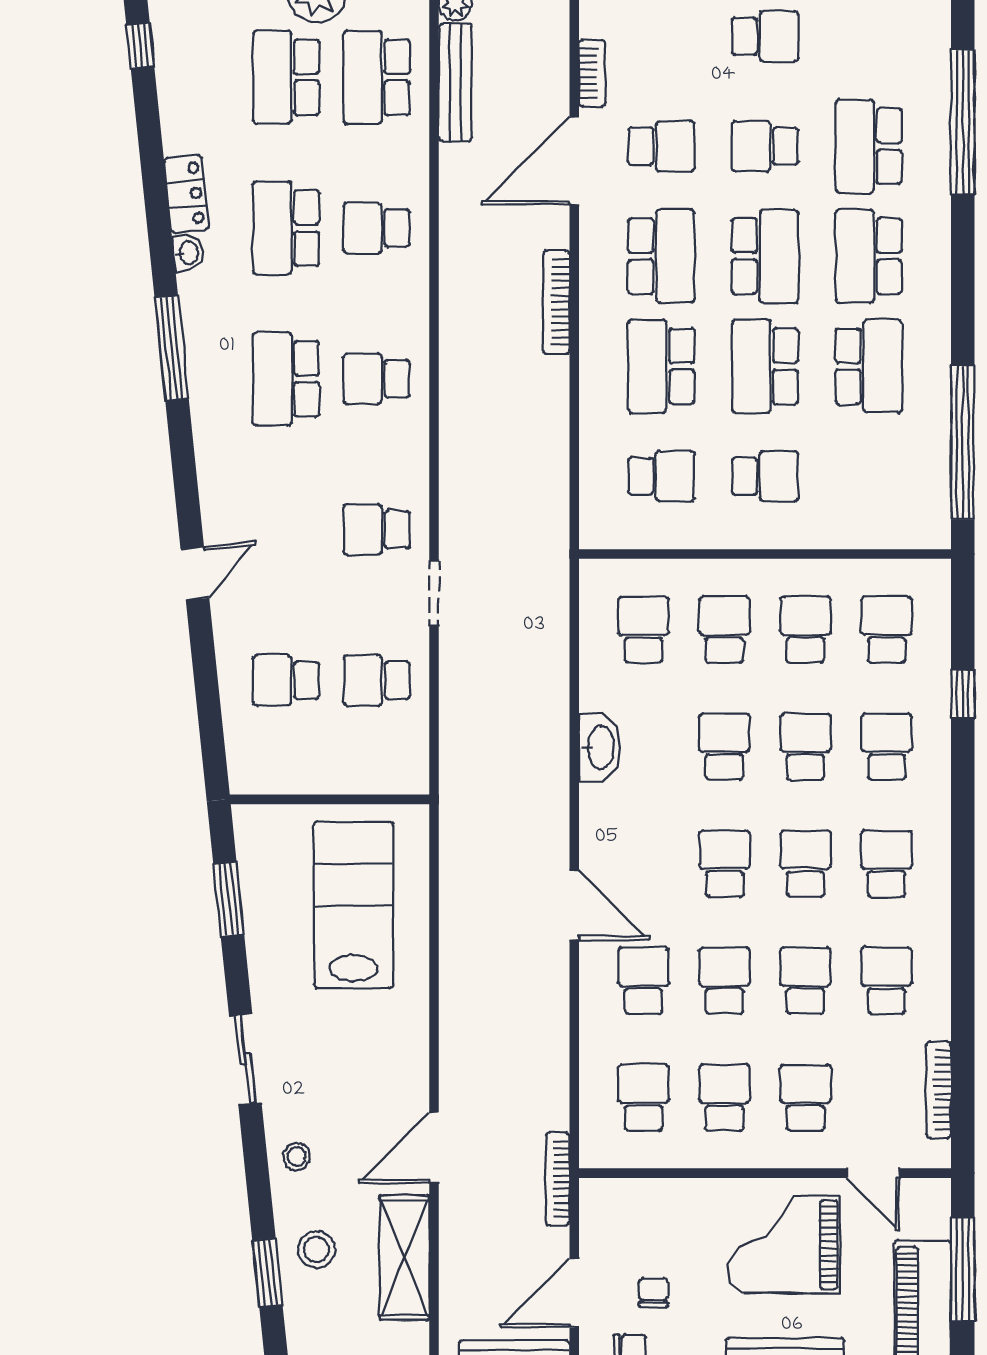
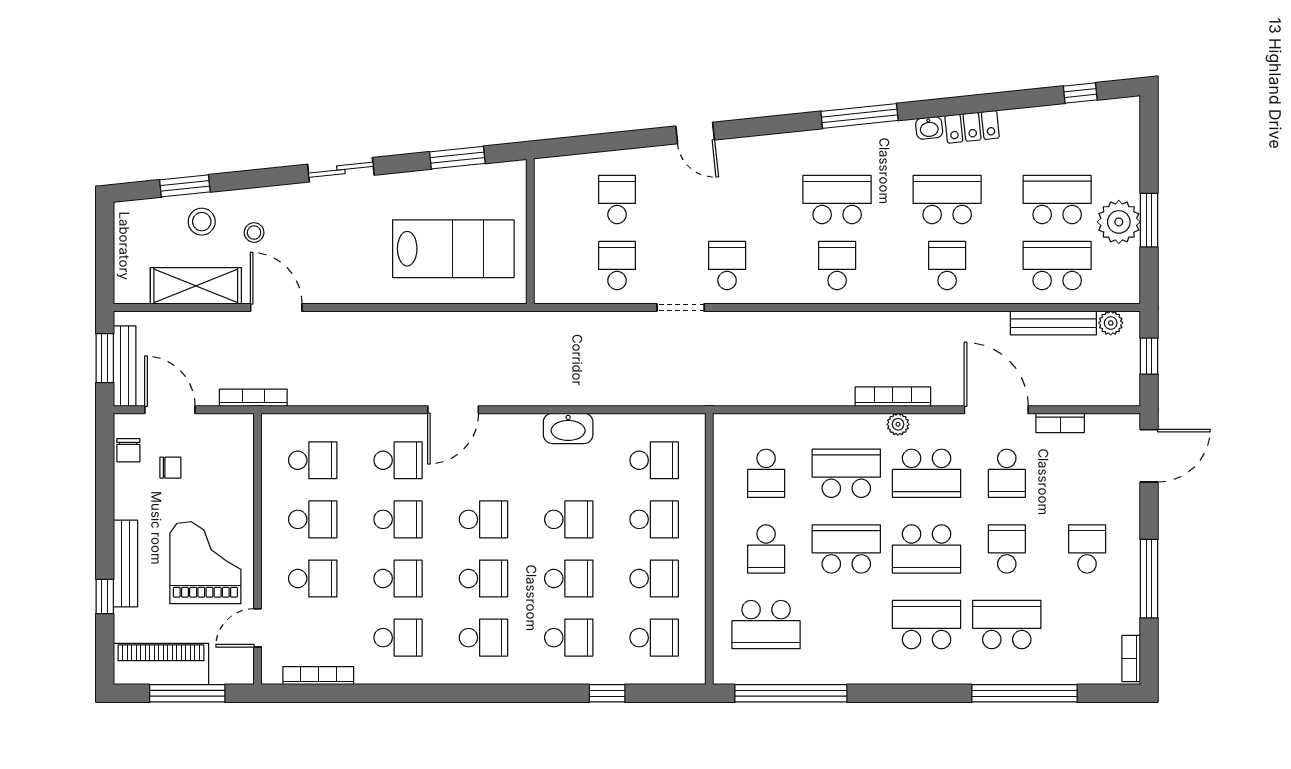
school desk: (765, 36) -> (1087, 549), turned 180
plant: (594, 295) -> (898, 424), added
school desk: (869, 366) -> (766, 625), moved
stool: (297, 1157) -> (254, 233), moved

